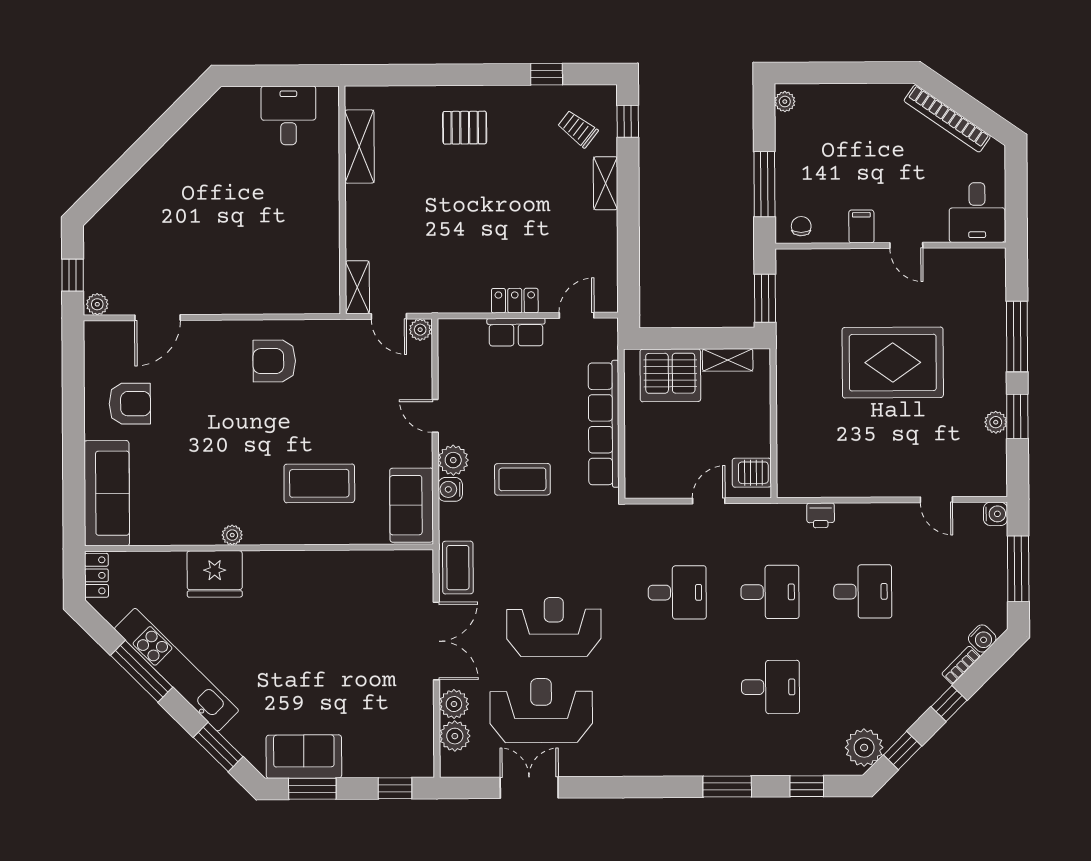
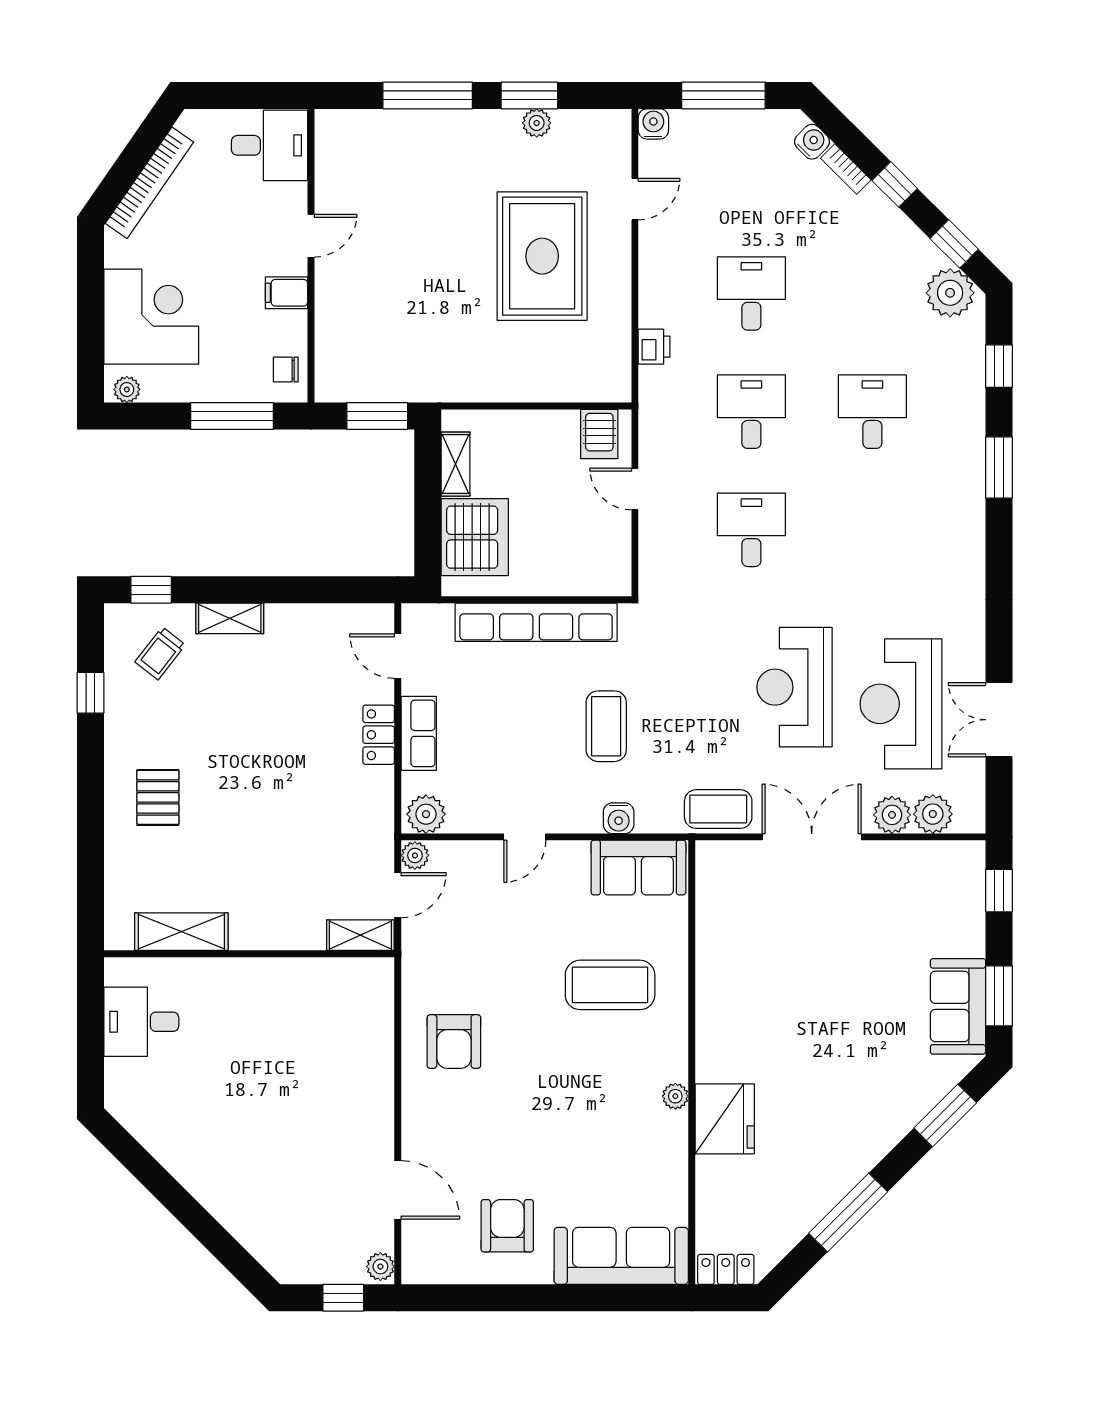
corner desk: (842, 120) -> (151, 317), added
rug: (893, 363) -> (542, 256), moved
plant: (453, 460) -> (426, 814), moved
coffee table: (319, 483) -> (610, 985), turned 90
kitchen unit: (176, 670) -> (846, 1168), removed

